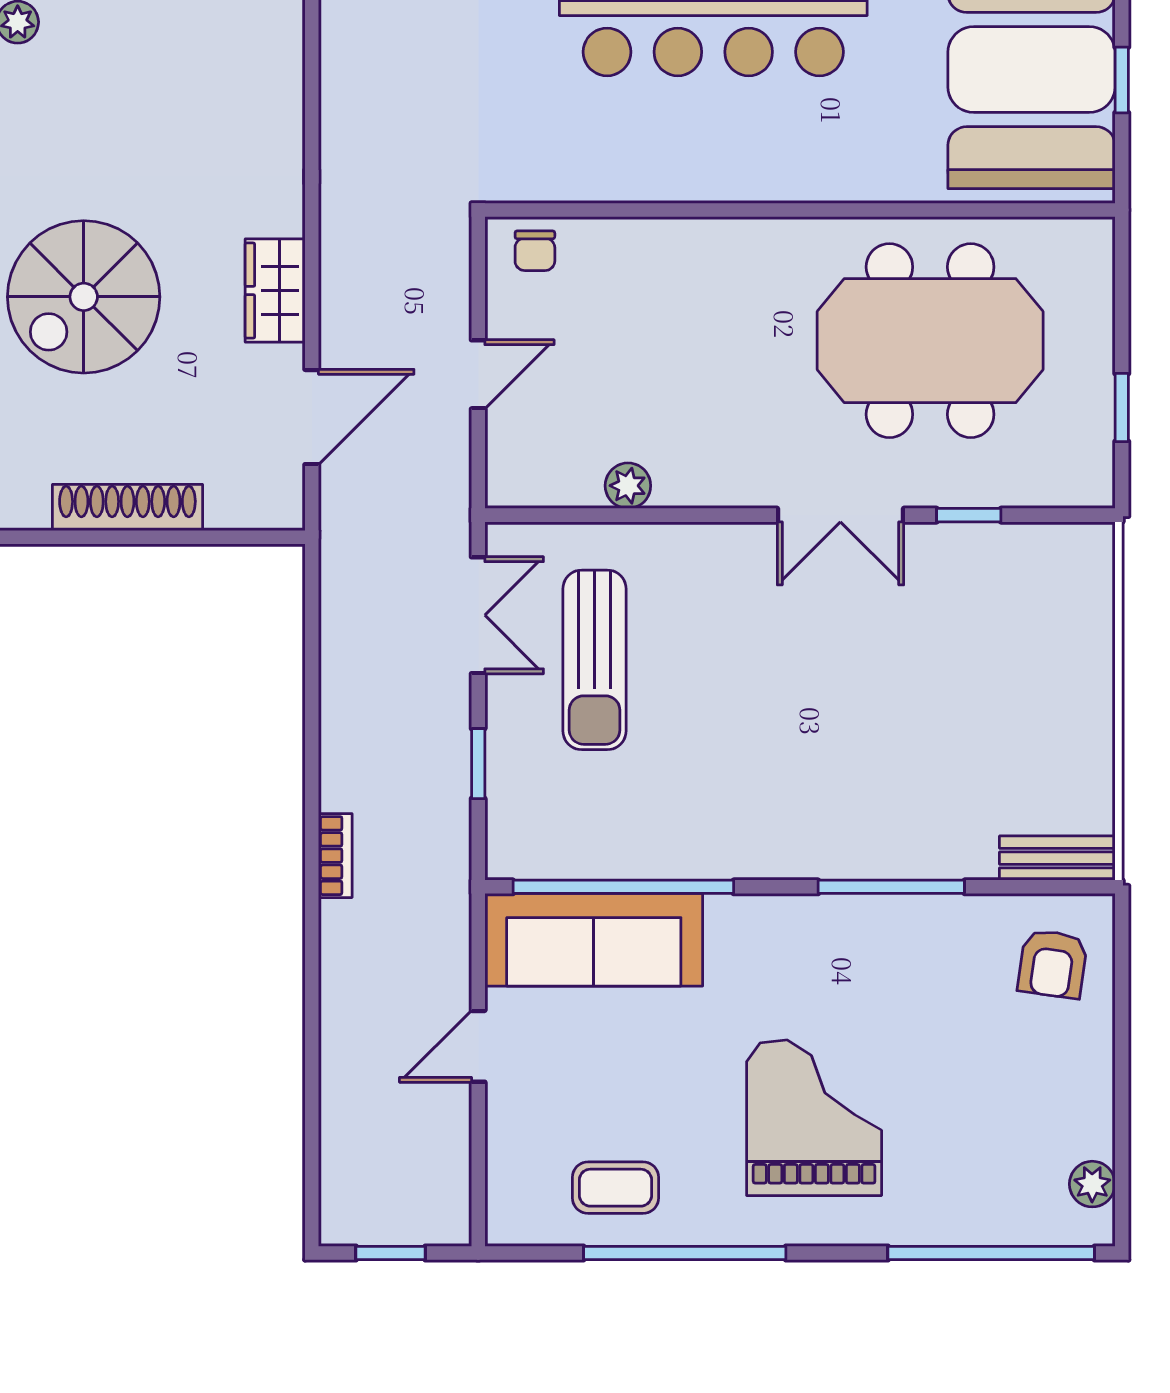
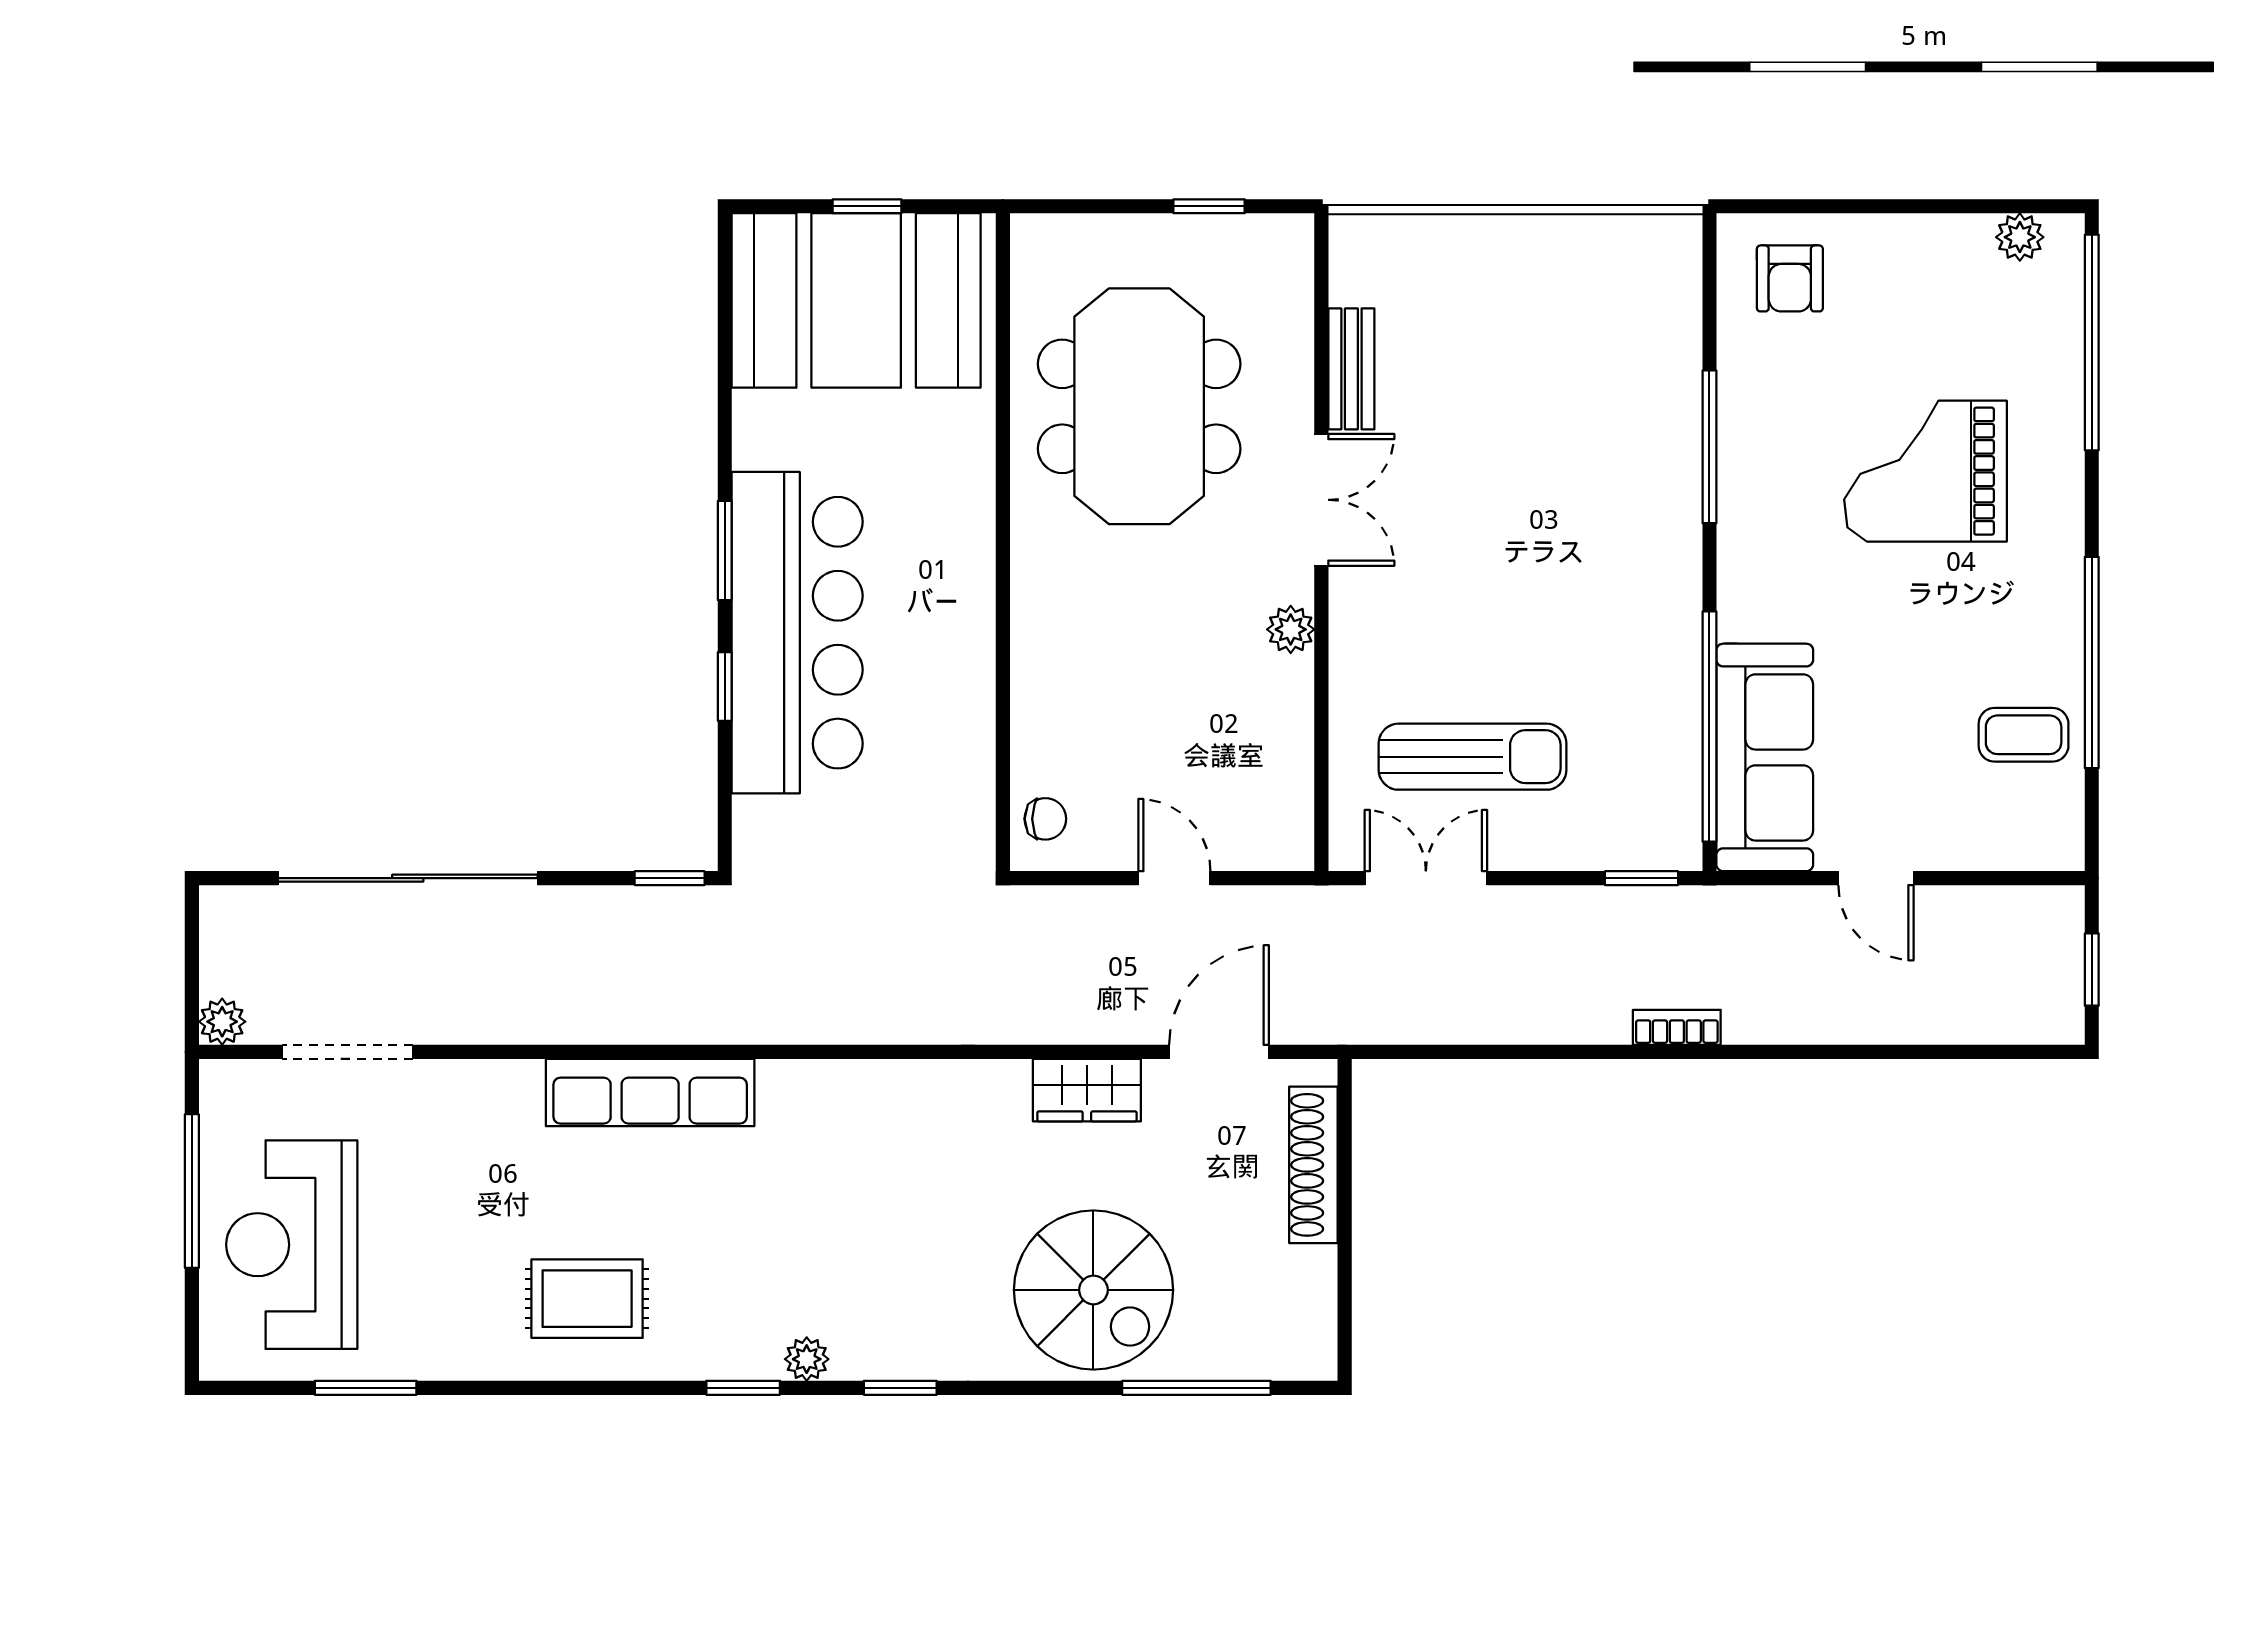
door: (312, 417) -> (1219, 1052), hinge flipped
plant: (628, 486) -> (1291, 629), moved
shoe rack: (127, 507) -> (1313, 1165), moved
window: (969, 515) -> (1321, 366), removed
window: (478, 764) -> (1642, 878), moved
bench: (1057, 858) -> (1351, 369), moved
armchair: (1053, 964) -> (1790, 278), turned 82
grand piano: (814, 1118) -> (1925, 471), moved
coffee table: (615, 1188) -> (2024, 735), turned 90

